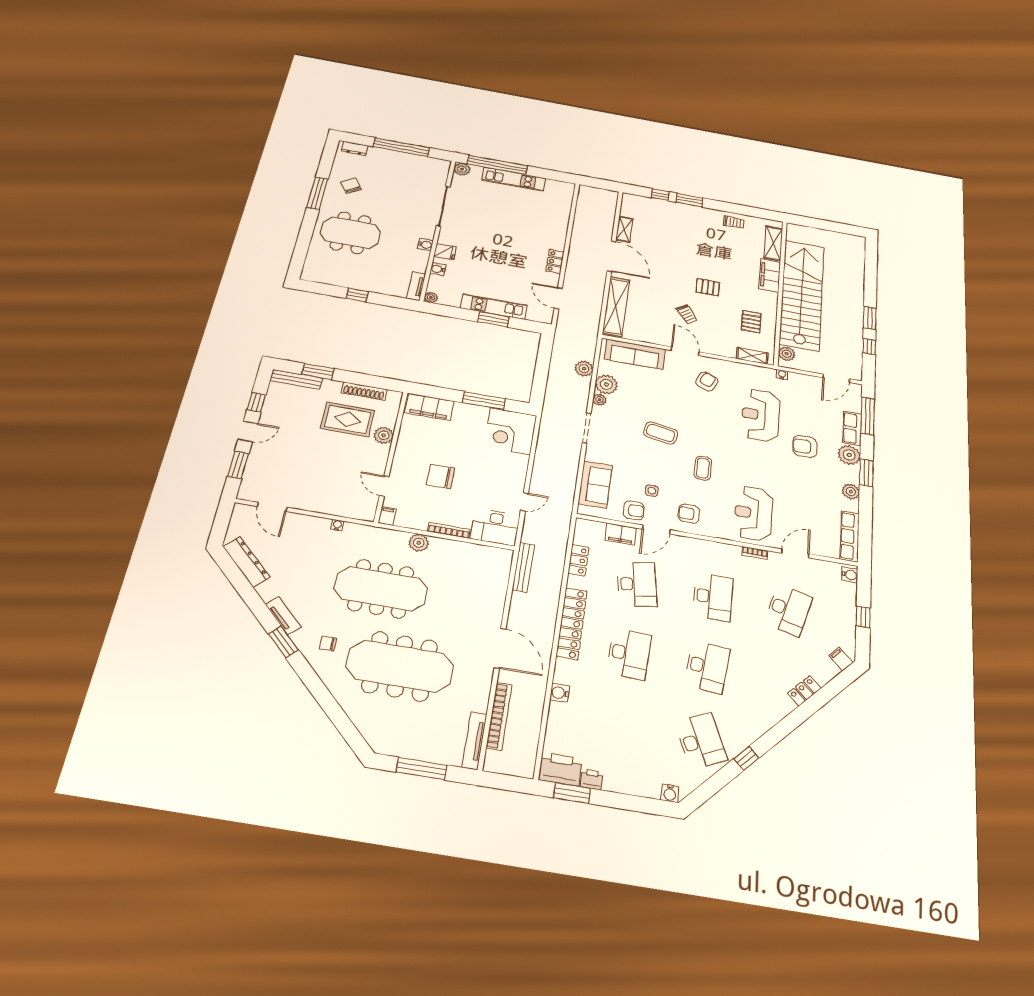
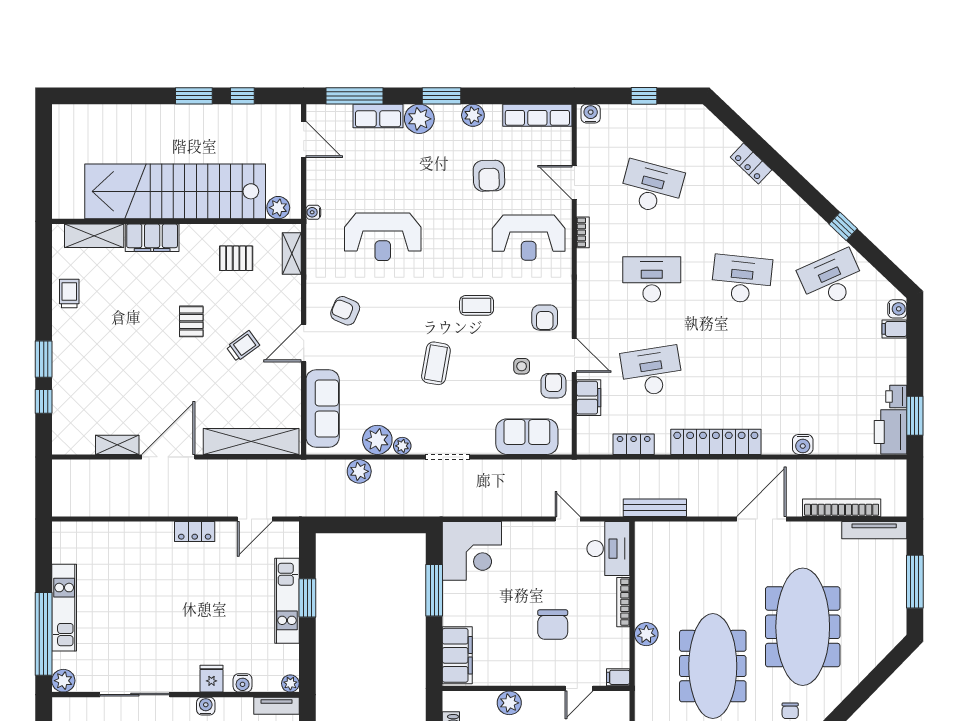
armchair: (805, 446) -> (489, 176), moved
desk: (629, 654) -> (742, 371), removed
filing cabinet: (841, 659) -> (894, 329), moved, turned 46

